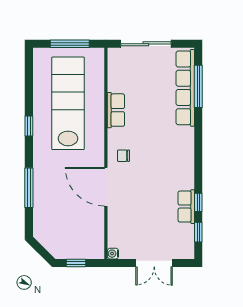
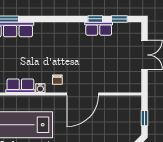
water cooler: (113, 254) -> (40, 88), moved

